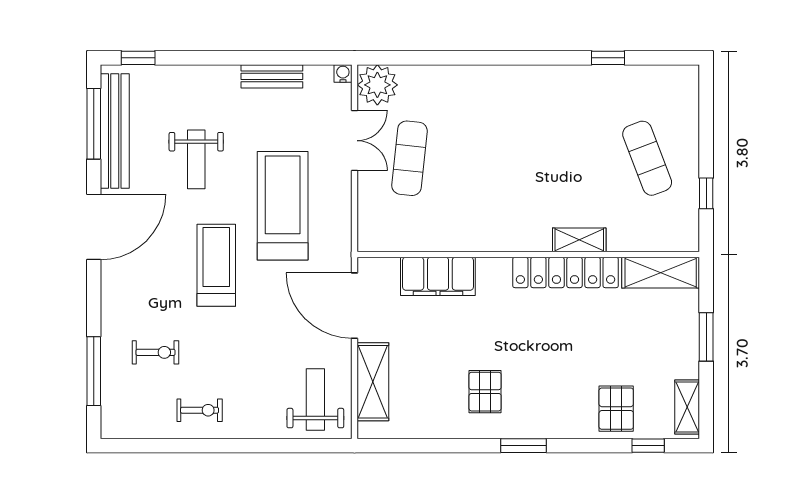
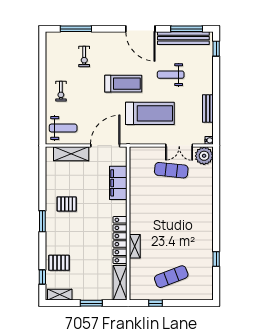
exercise bike: (200, 410) -> (61, 91), moved

